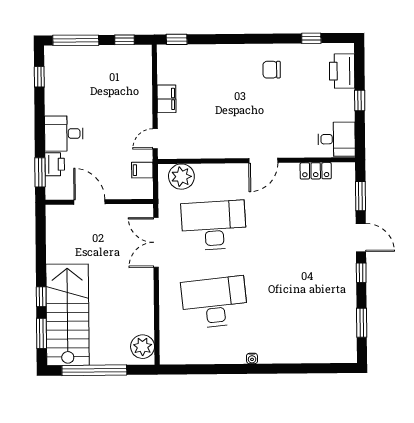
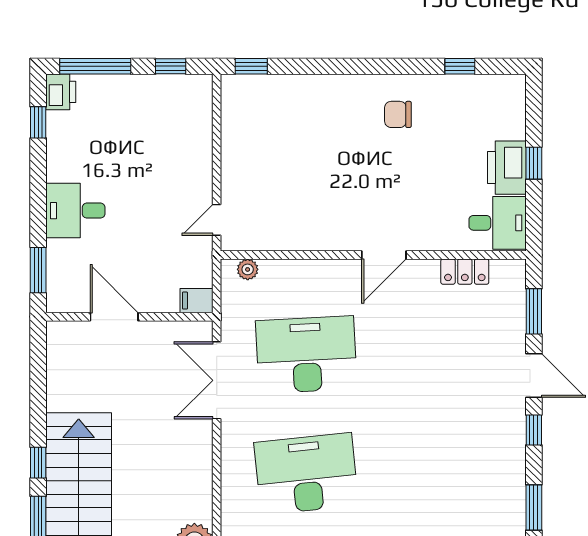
printer: (342, 71) -> (507, 168), moved
filing cabinet: (167, 99) -> (235, 158), removed
printer: (55, 164) -> (61, 92), moved
filing cabinet: (142, 170) -> (196, 301), moved
plant: (181, 177) -> (248, 269), width x0.53, depth x0.53

